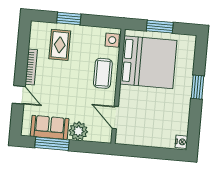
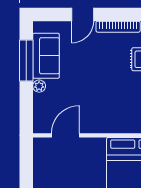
coffee table: (103, 73) -> (118, 115), removed
plant: (78, 131) -> (39, 86), width x0.53, depth x0.53

